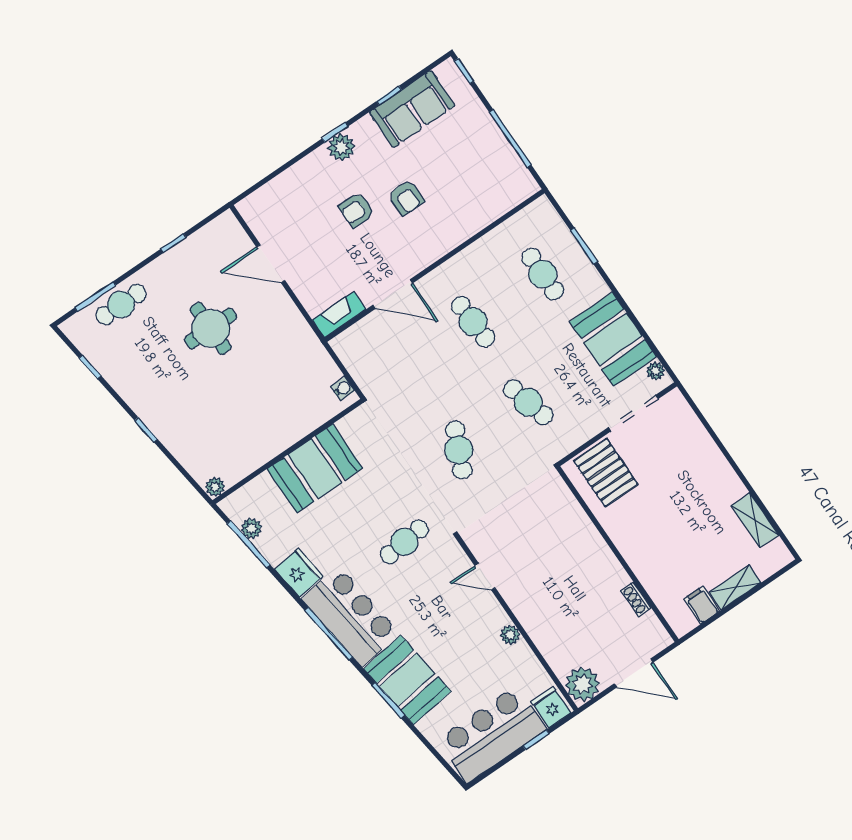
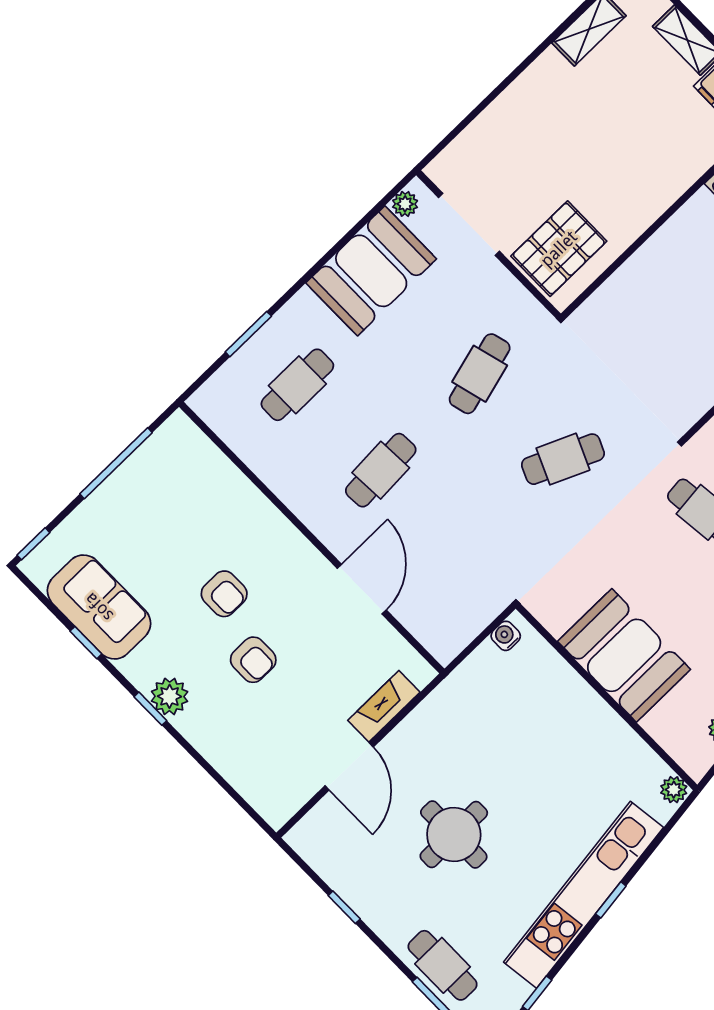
armchair: (406, 198) -> (224, 594), turned 90
fireplace: (339, 315) -> (384, 706), moved, turned 90
kitchen unit: (153, 411) -> (584, 895), added

